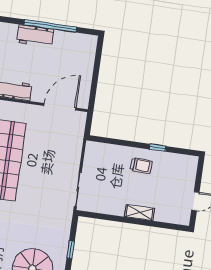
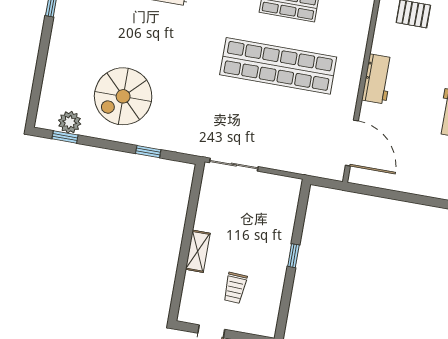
window: (158, 148) -> (293, 256), moved
trolley: (141, 166) -> (235, 288), moved

